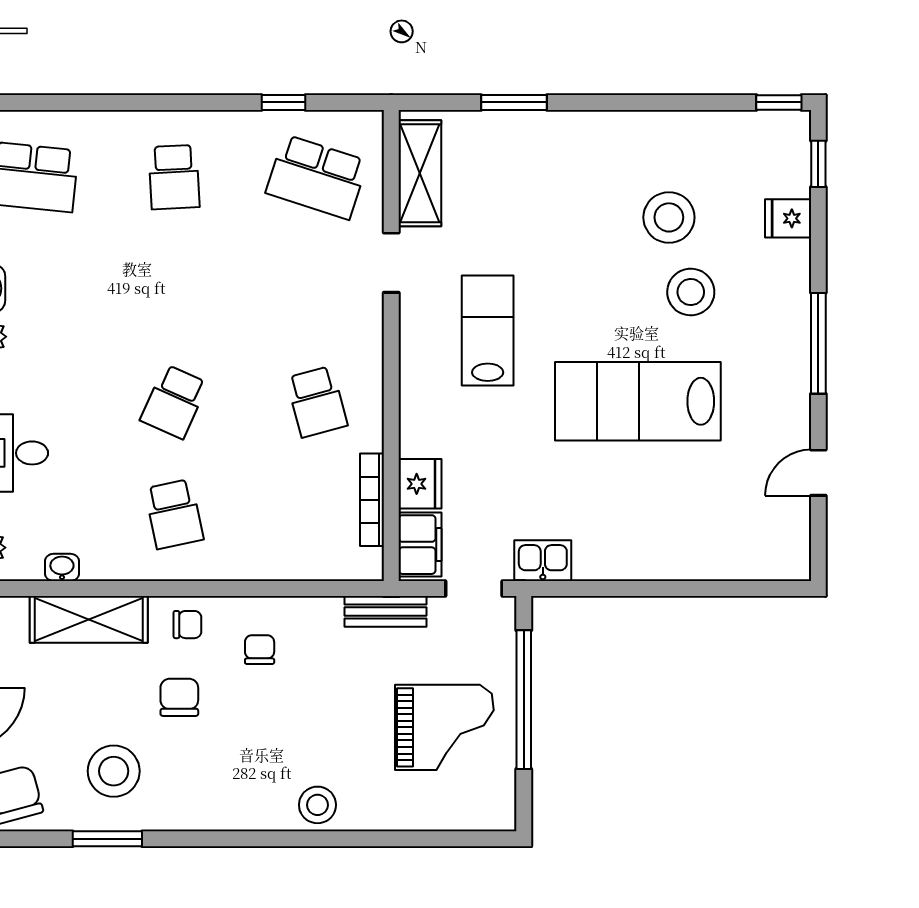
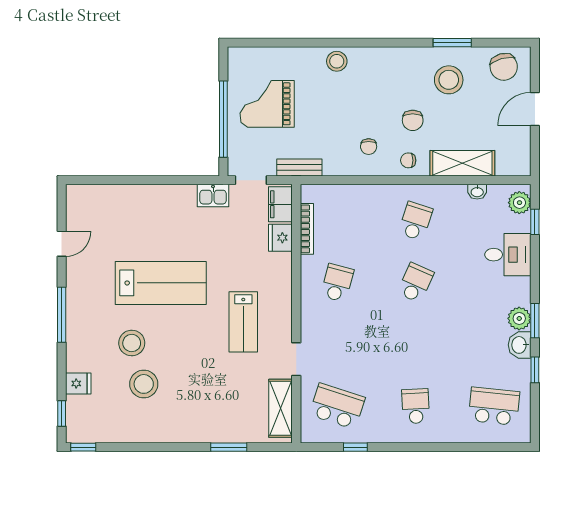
school desk: (317, 402) -> (337, 283), turned 30
school desk: (174, 514) -> (416, 221), turned 30

